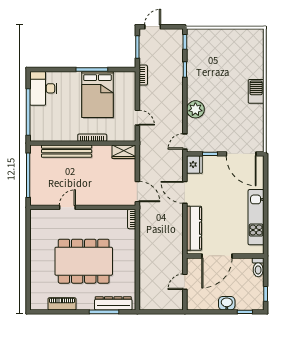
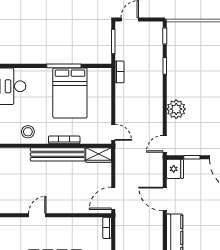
door: (137, 118) -> (113, 132), moved
stool: (59, 130) -> (28, 132), added
bench: (67, 151) -> (58, 154), moved
door: (137, 192) -> (113, 198), swing flipped

